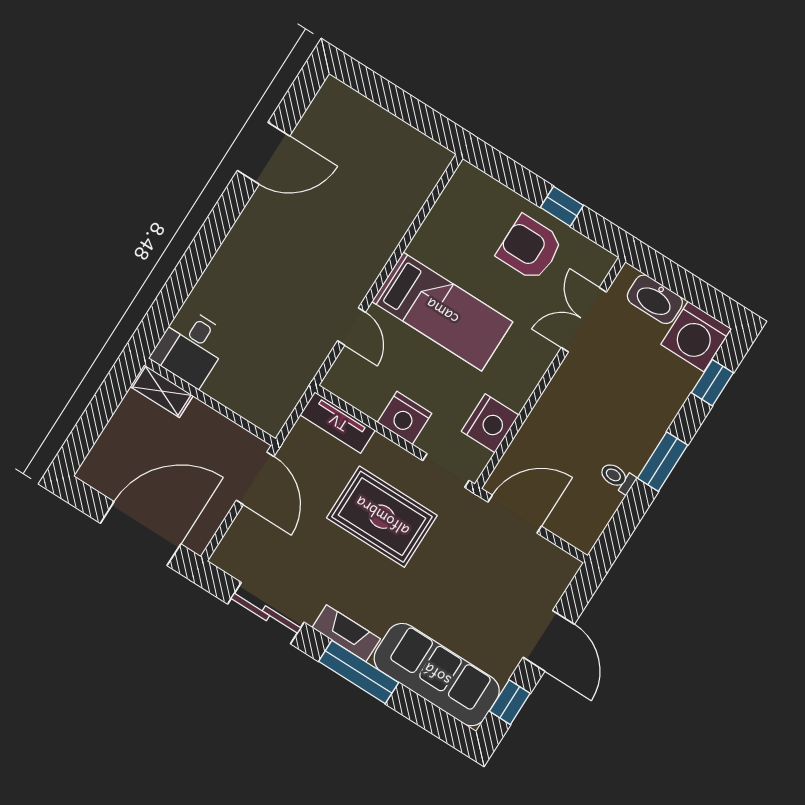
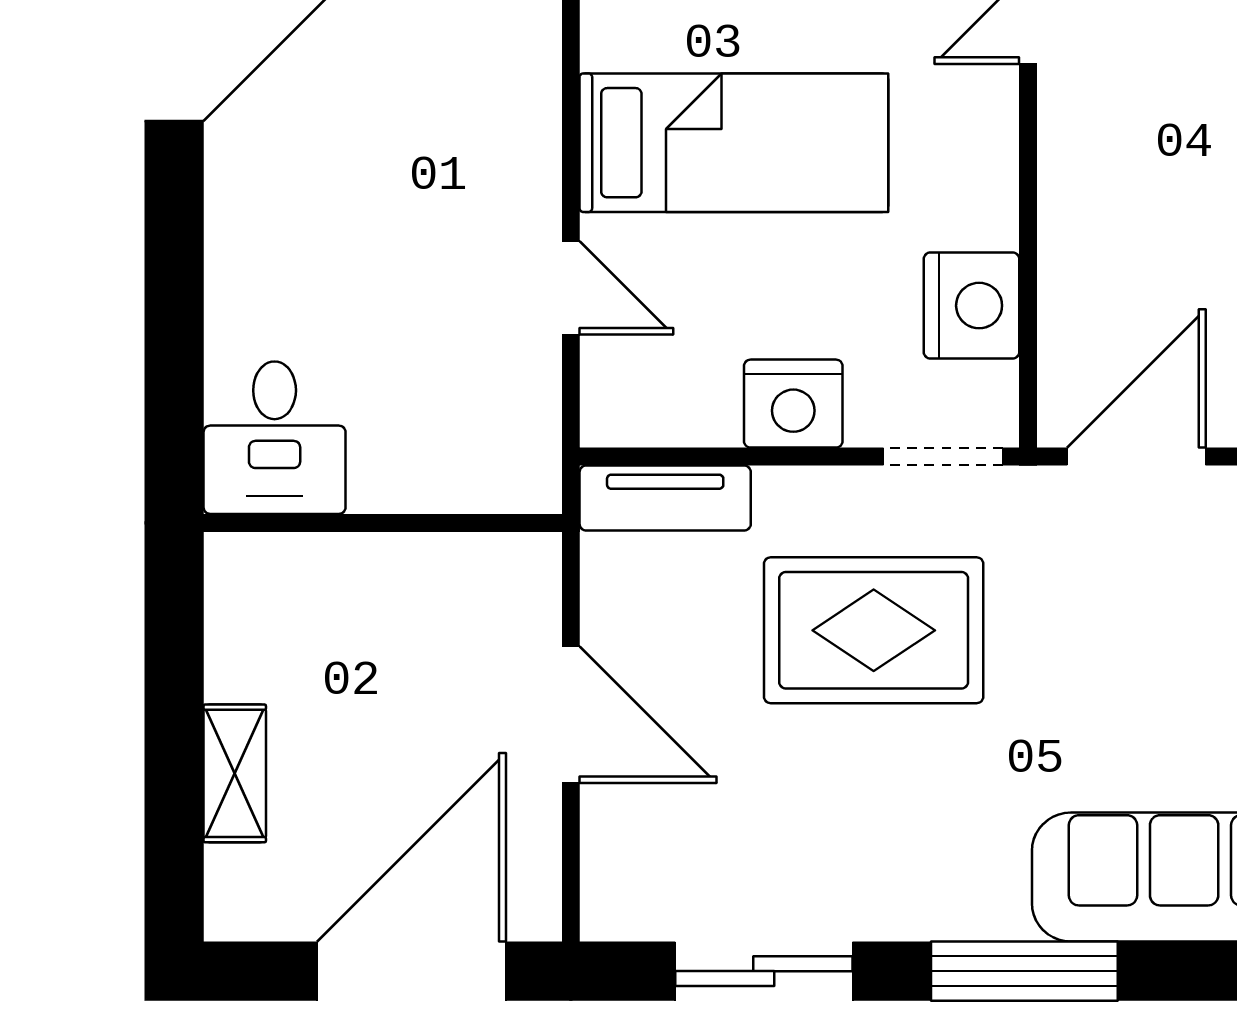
desk: (191, 347) -> (275, 438), moved
shelving: (162, 391) -> (235, 773), moved, turned 90
wall: (210, 402) -> (383, 523), moved
fireplace: (346, 633) -> (950, 909), removed

